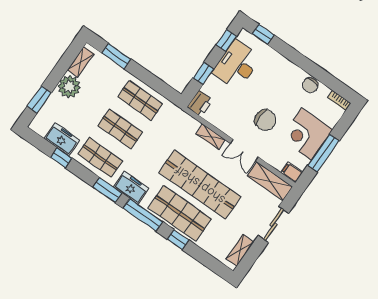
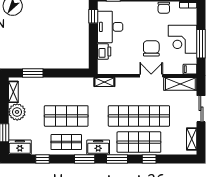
window: (203, 73) -> (93, 46), removed
shop shelf: (140, 100) -> (66, 90), removed
printer: (200, 103) -> (104, 52), moved
chair: (265, 120) -> (151, 48), turned -90
shop shelf: (120, 129) -> (66, 116), width x1.43, depth x1.36
shelving: (211, 137) -> (104, 82), moved
freezer: (62, 139) -> (20, 147), moved
double door: (244, 150) -> (151, 76), swing flipped
window: (143, 215) -> (117, 159), width x0.69

